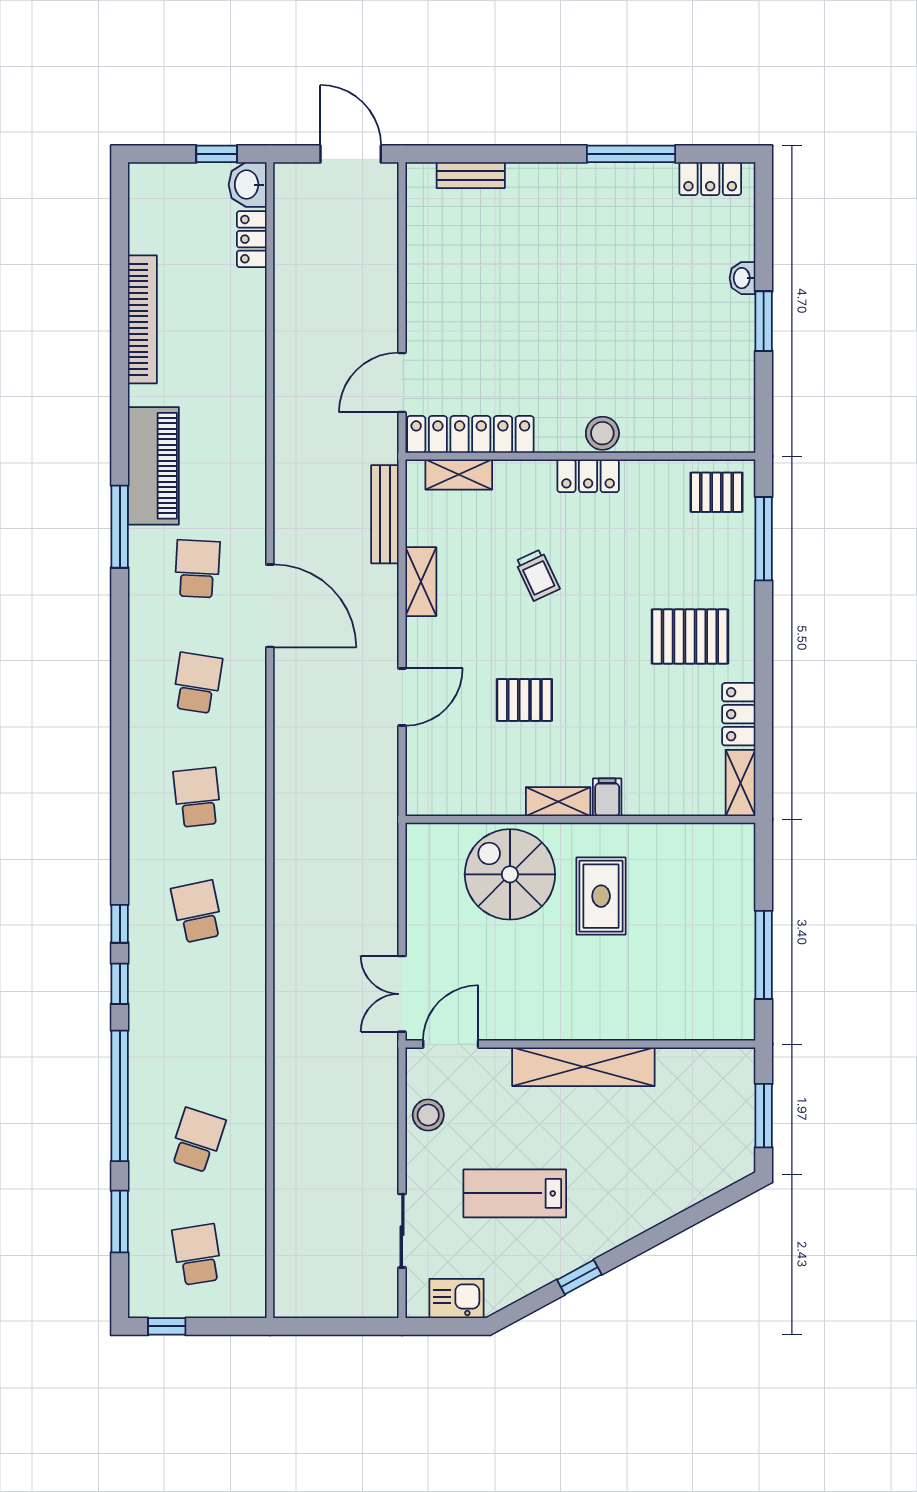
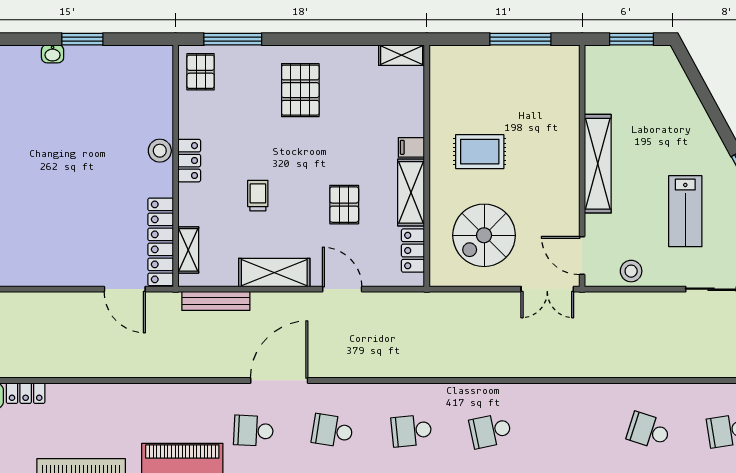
trolley: (537, 575) -> (258, 196), turned -65
shelving: (421, 582) -> (274, 273), width x1.50, depth x1.33
locker: (739, 714) -> (413, 251), moved, turned 90
shelving: (558, 802) -> (411, 192), width x1.50, depth x1.33
spiral stairs: (510, 874) -> (484, 235), moved

